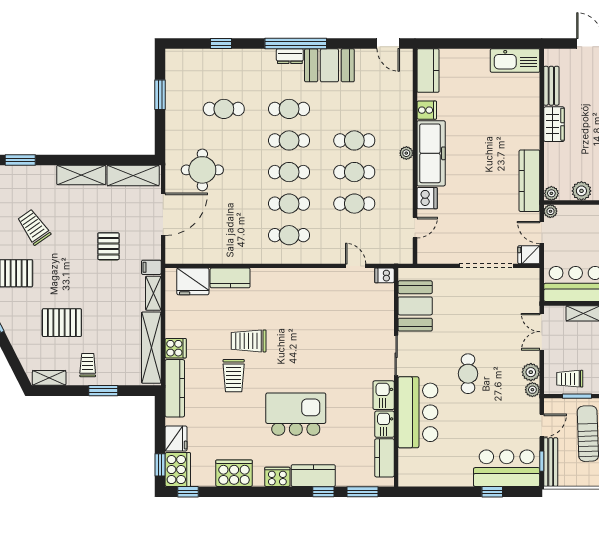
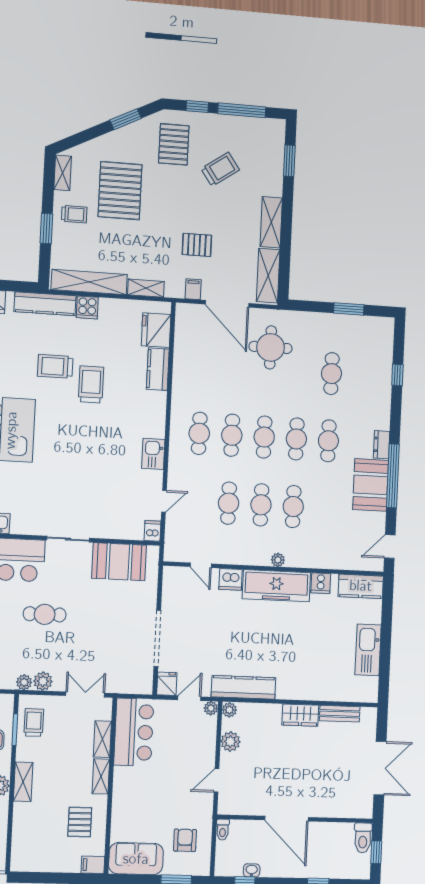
window: (296, 44) -> (393, 476), moved
kitchen sink: (515, 60) -> (368, 650), moved
filing cabinet: (151, 267) -> (193, 289), moved
pallet: (62, 323) -> (120, 191), width x1.37, depth x1.41
kitchen sink: (384, 395) -> (153, 454), moved, turned -90

